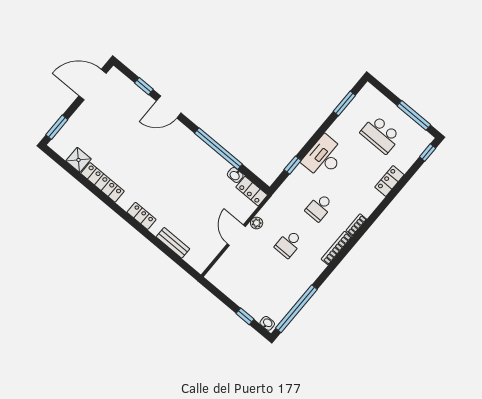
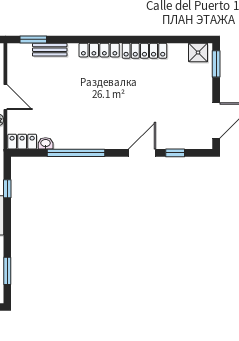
shower: (79, 160) -> (198, 52), moved
locker: (142, 216) -> (99, 50), width x1.53
window: (179, 261) -> (33, 39), added

